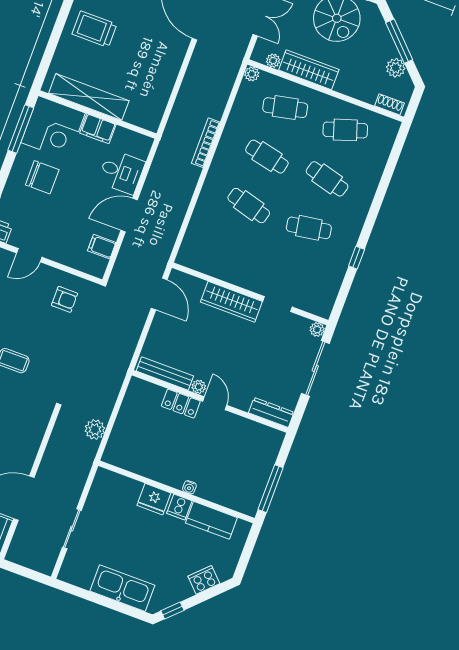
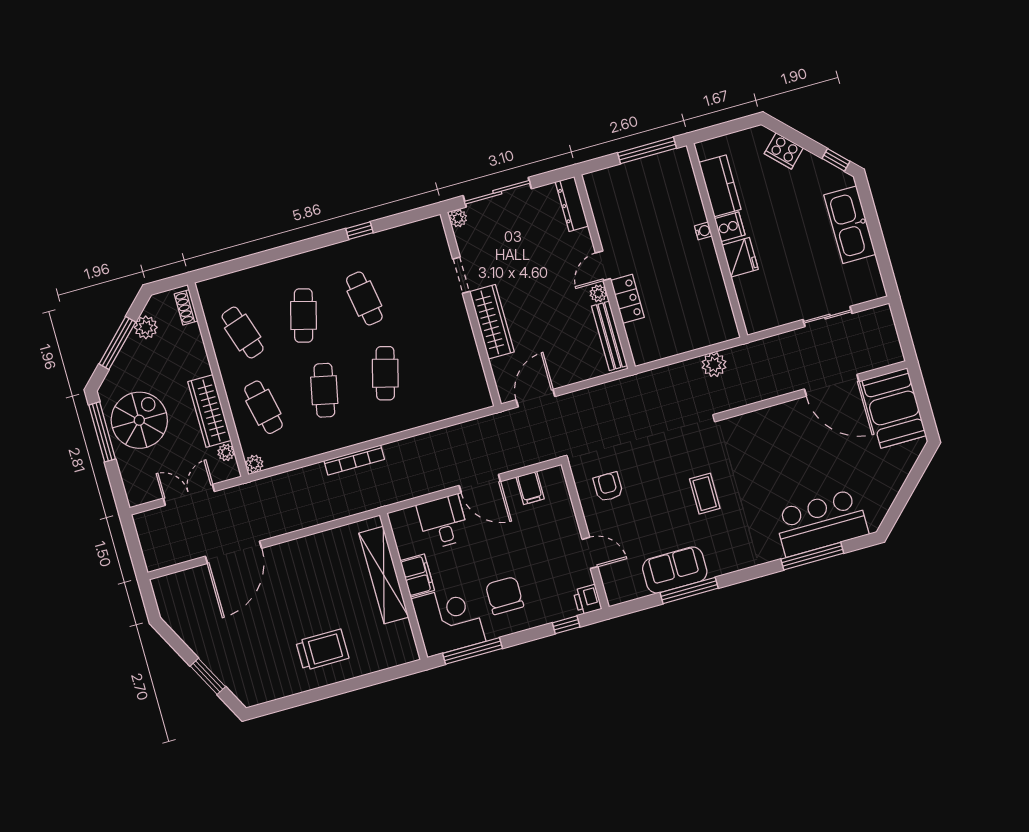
trolley: (94, 29) -> (322, 650), turned -90
shelving: (89, 97) -> (384, 575), moved

